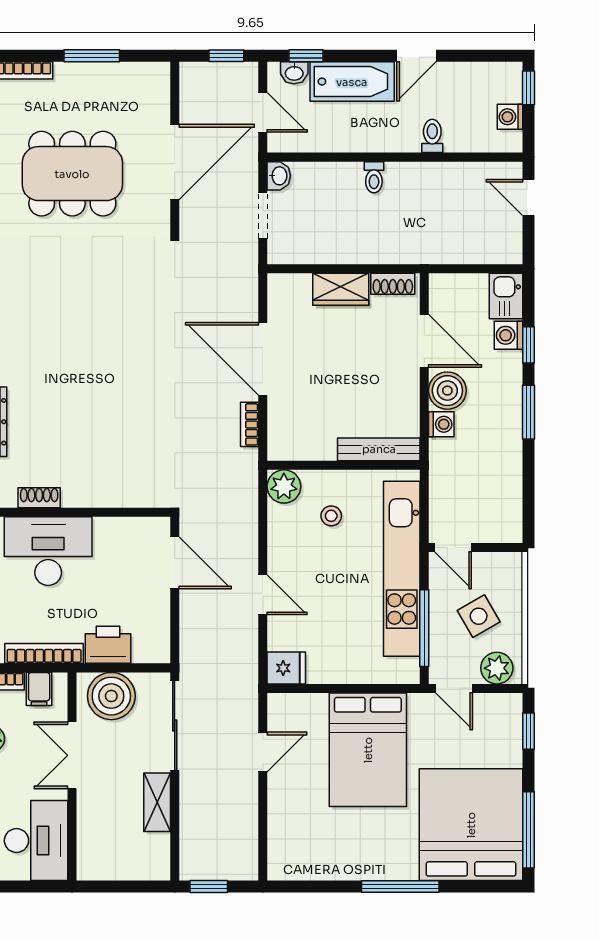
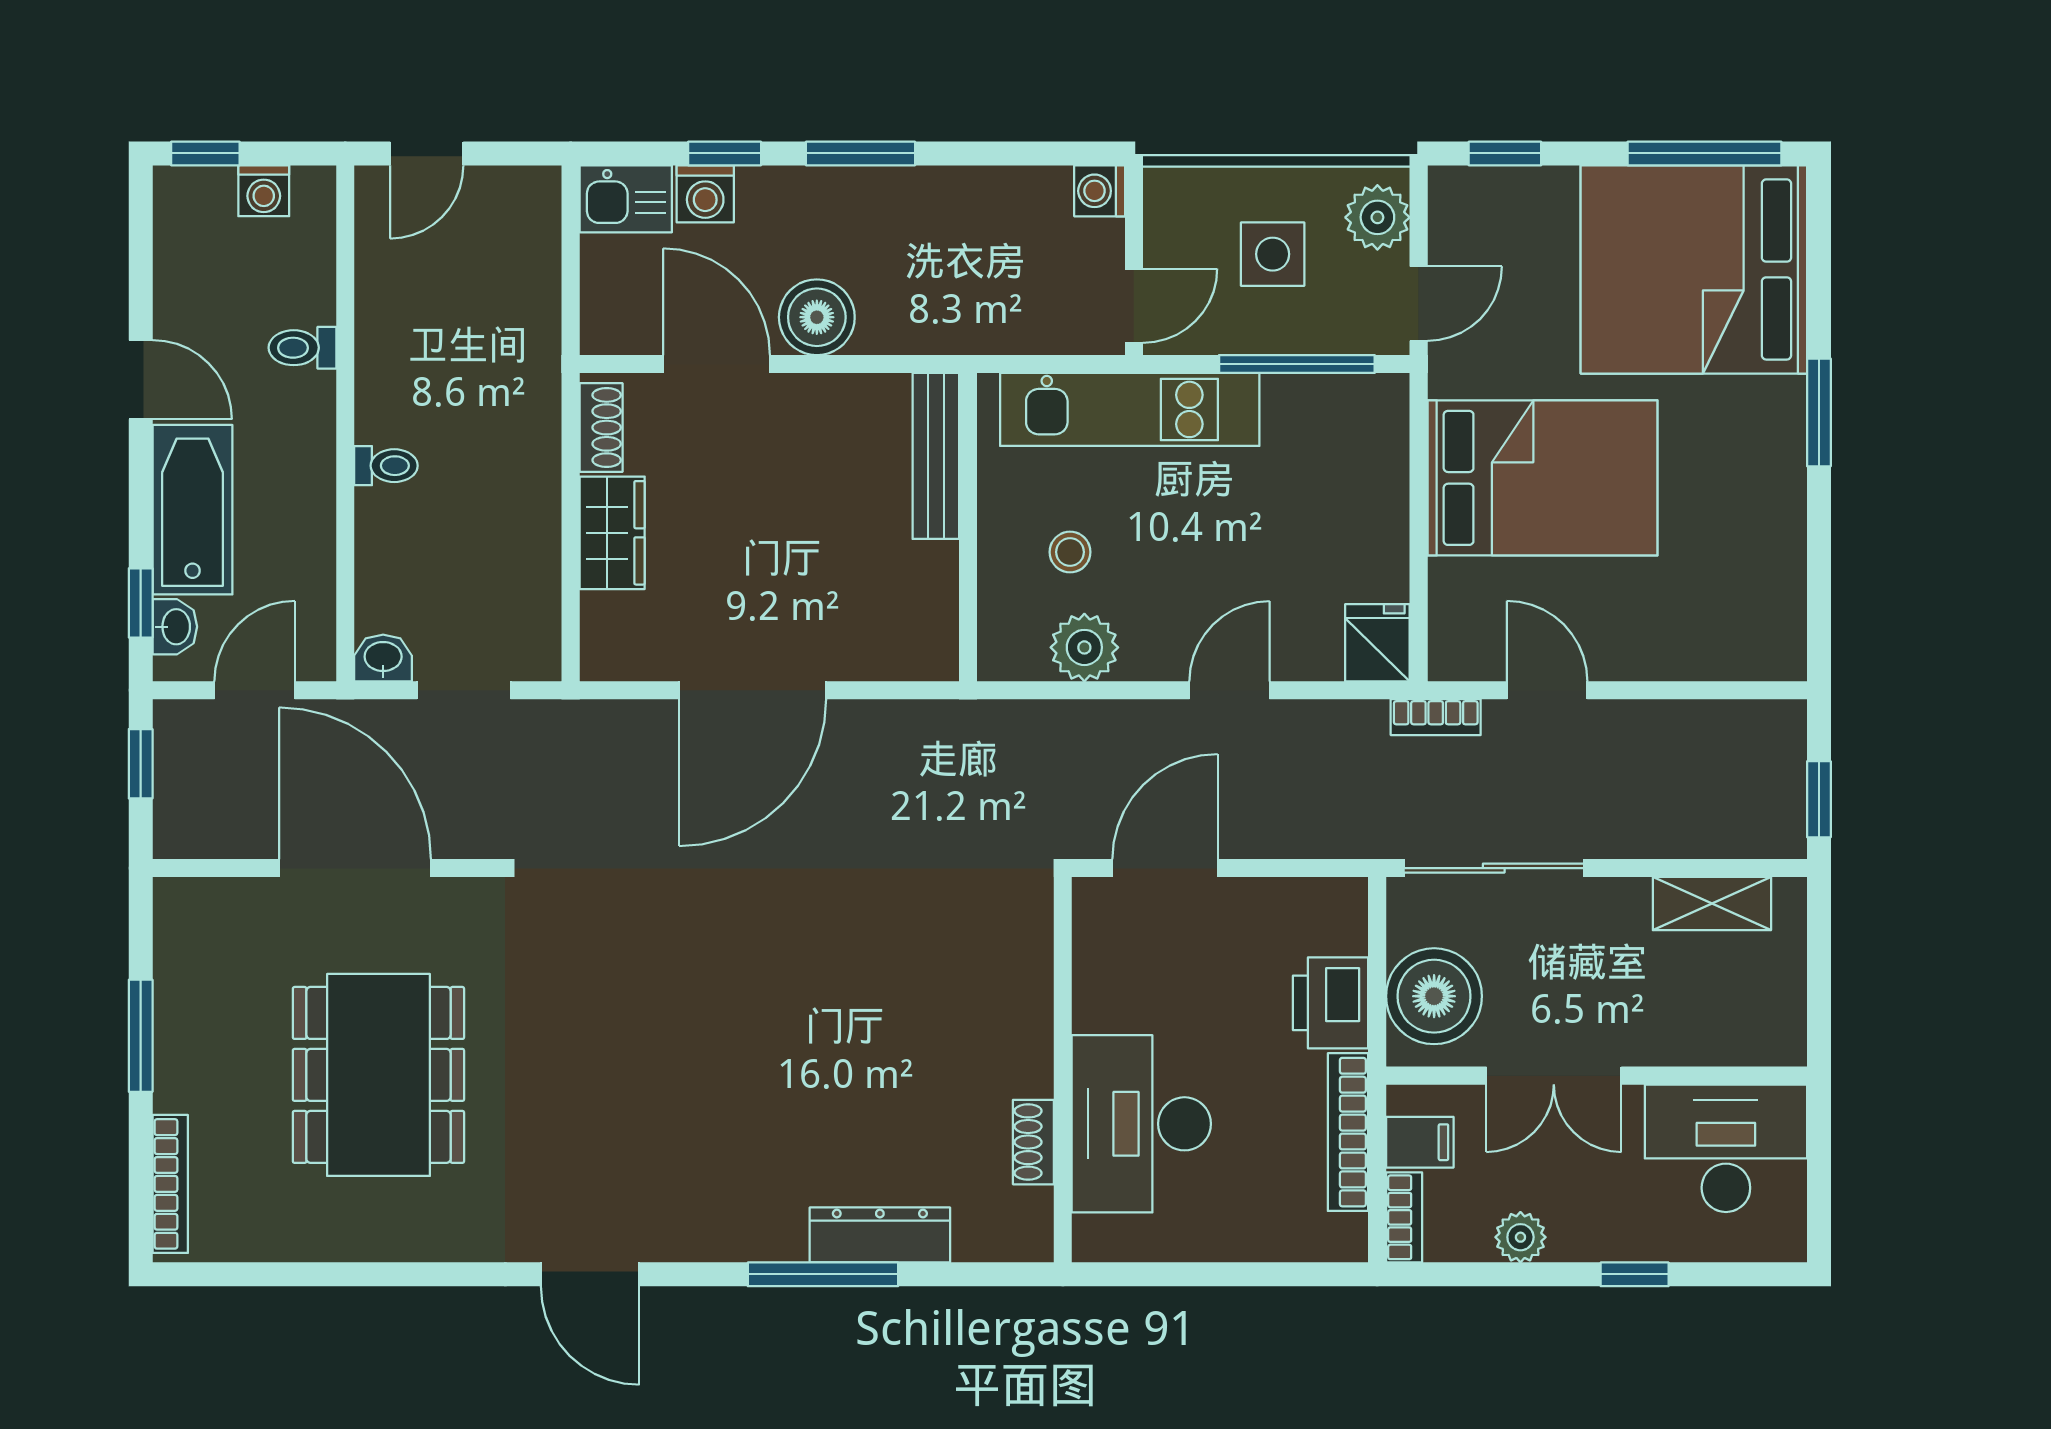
door: (424, 341) -> (717, 364), hinge flipped
bookcase: (249, 424) -> (1436, 717), moved
washing machine: (441, 424) -> (1100, 191), moved, turned -90
plant: (284, 486) -> (1084, 647), moved
kitchen unit: (402, 569) -> (1130, 409), width x0.73
side table: (479, 616) -> (1273, 254), turned 30
shelving: (157, 802) -> (1712, 904), moved
window: (400, 887) -> (1819, 412), width x0.69

